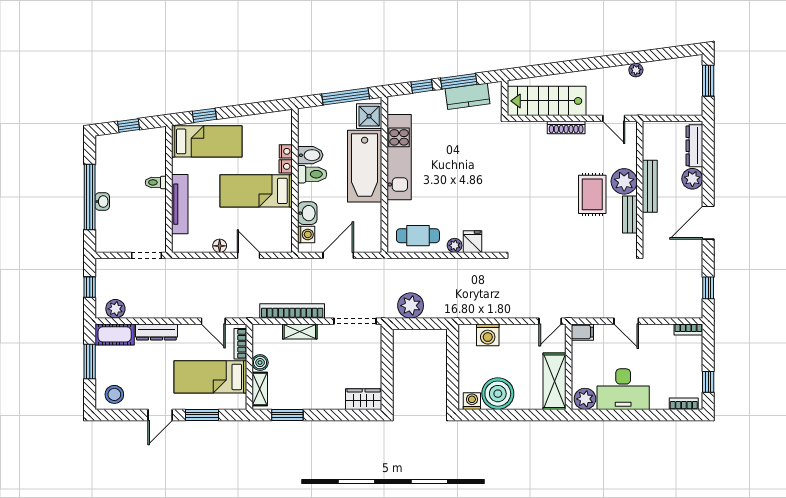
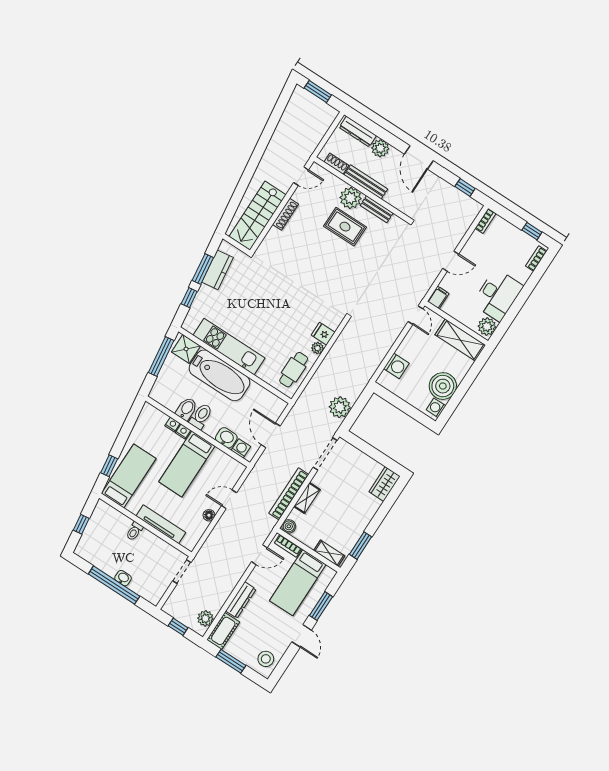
plant: (636, 70) -> (277, 138), removed
shoe rack: (649, 145) -> (336, 164), added
boiler: (260, 363) -> (289, 526), moved

